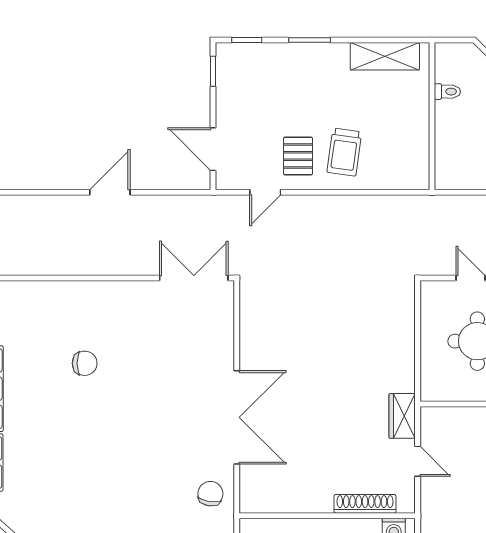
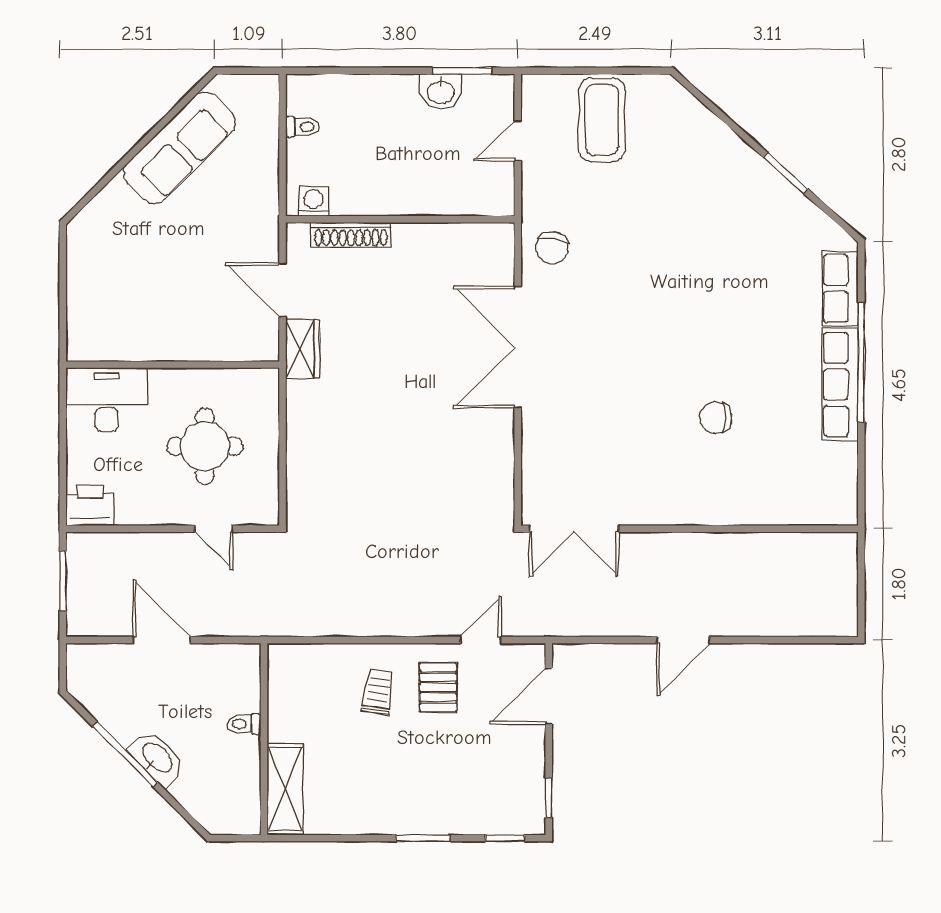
shelving: (385, 56) -> (285, 789), moved, turned 90
toilet: (447, 92) -> (244, 724), moved
door: (213, 149) -> (549, 696), swing flipped
trolley: (344, 152) -> (378, 692), width x0.73, depth x0.72
door: (418, 461) -> (283, 290), width x1.38

